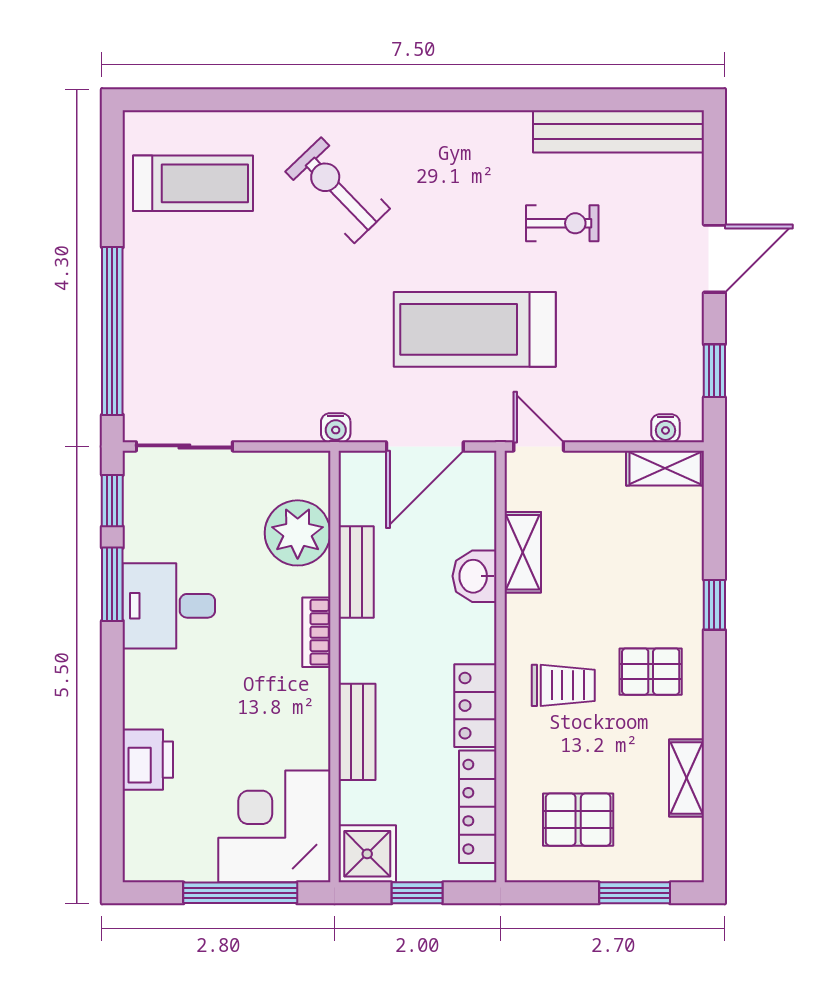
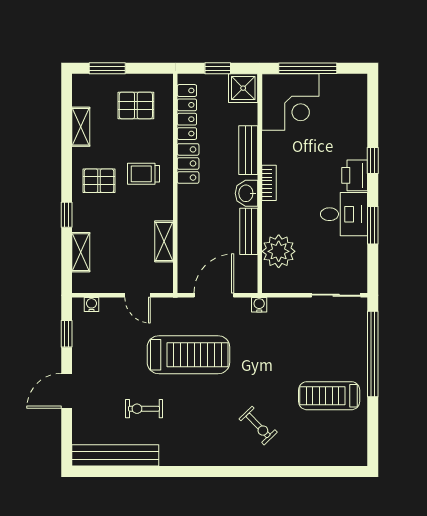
treadmill: (193, 183) -> (329, 396), moved
exercise bike: (338, 190) -> (258, 426), width x0.73, depth x0.72
door: (539, 446) -> (138, 295), moved
shelving: (665, 468) -> (81, 252), moved, turned 90
window: (112, 501) -> (373, 161), moved
washbasin: (474, 576) -> (247, 193), moved, turned 180
bookcase: (316, 632) -> (269, 183), moved
printer: (148, 760) -> (355, 175), moved

